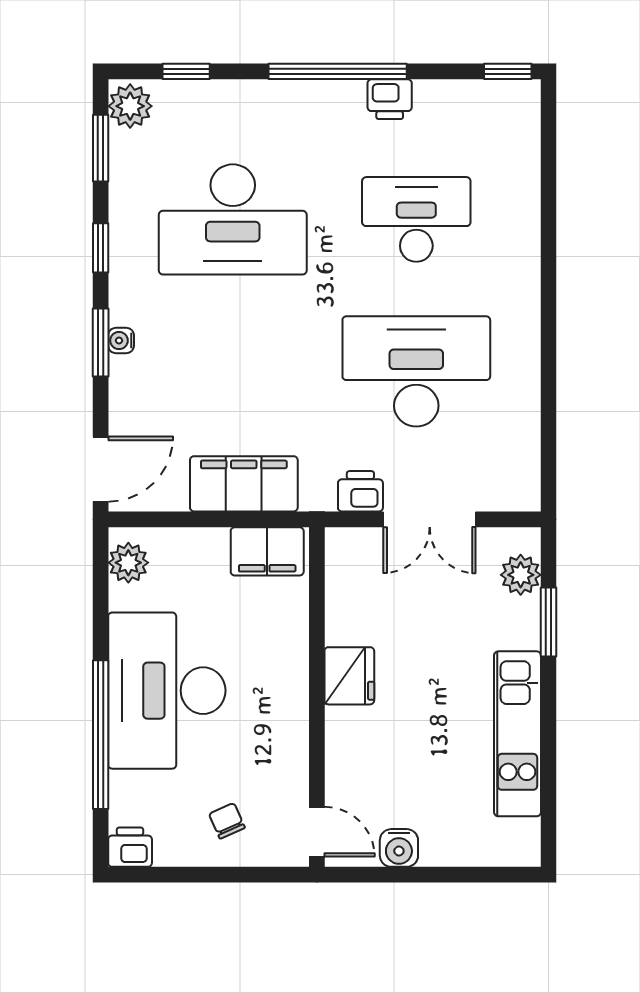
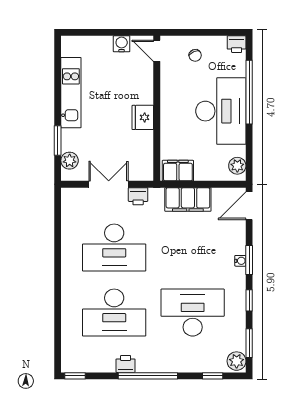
desk: (416, 219) -> (114, 313), width x1.36, depth x1.30

